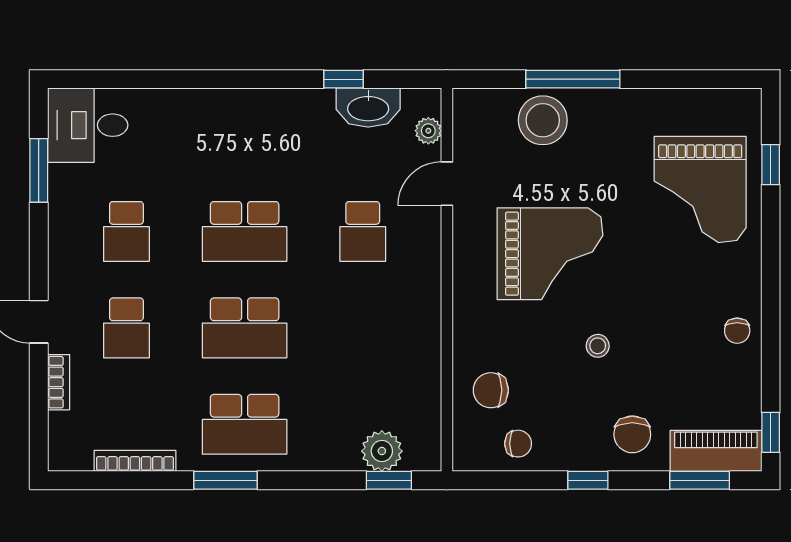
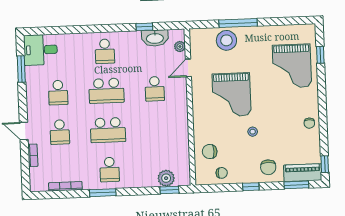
school desk: (245, 135) -> (105, 51), added
grand piano: (550, 254) -> (232, 95), turned 90
school desk: (245, 424) -> (110, 169), width x0.54

